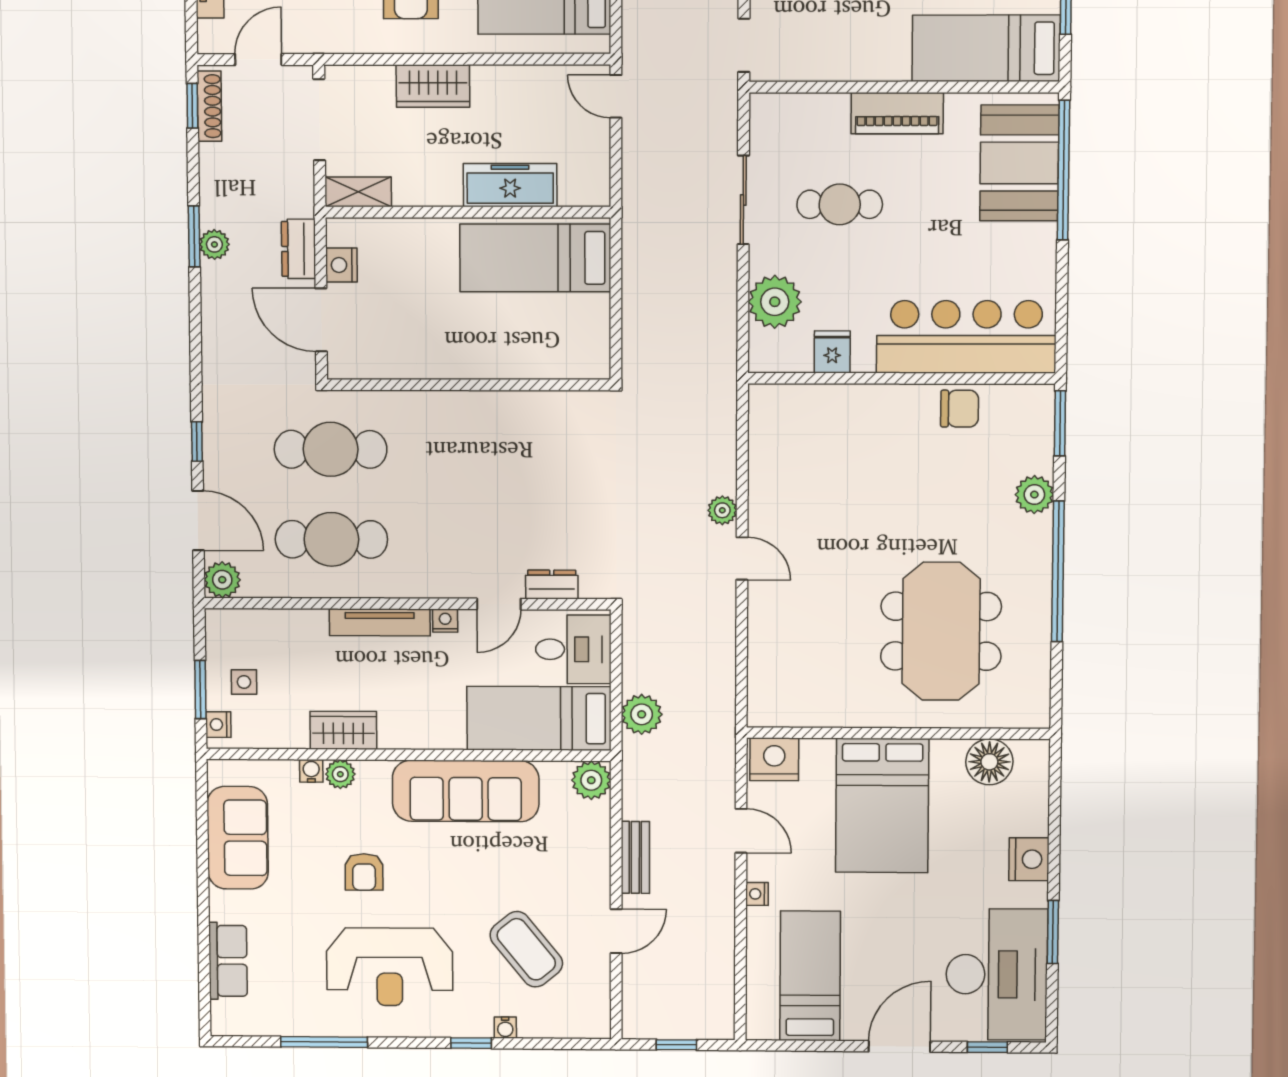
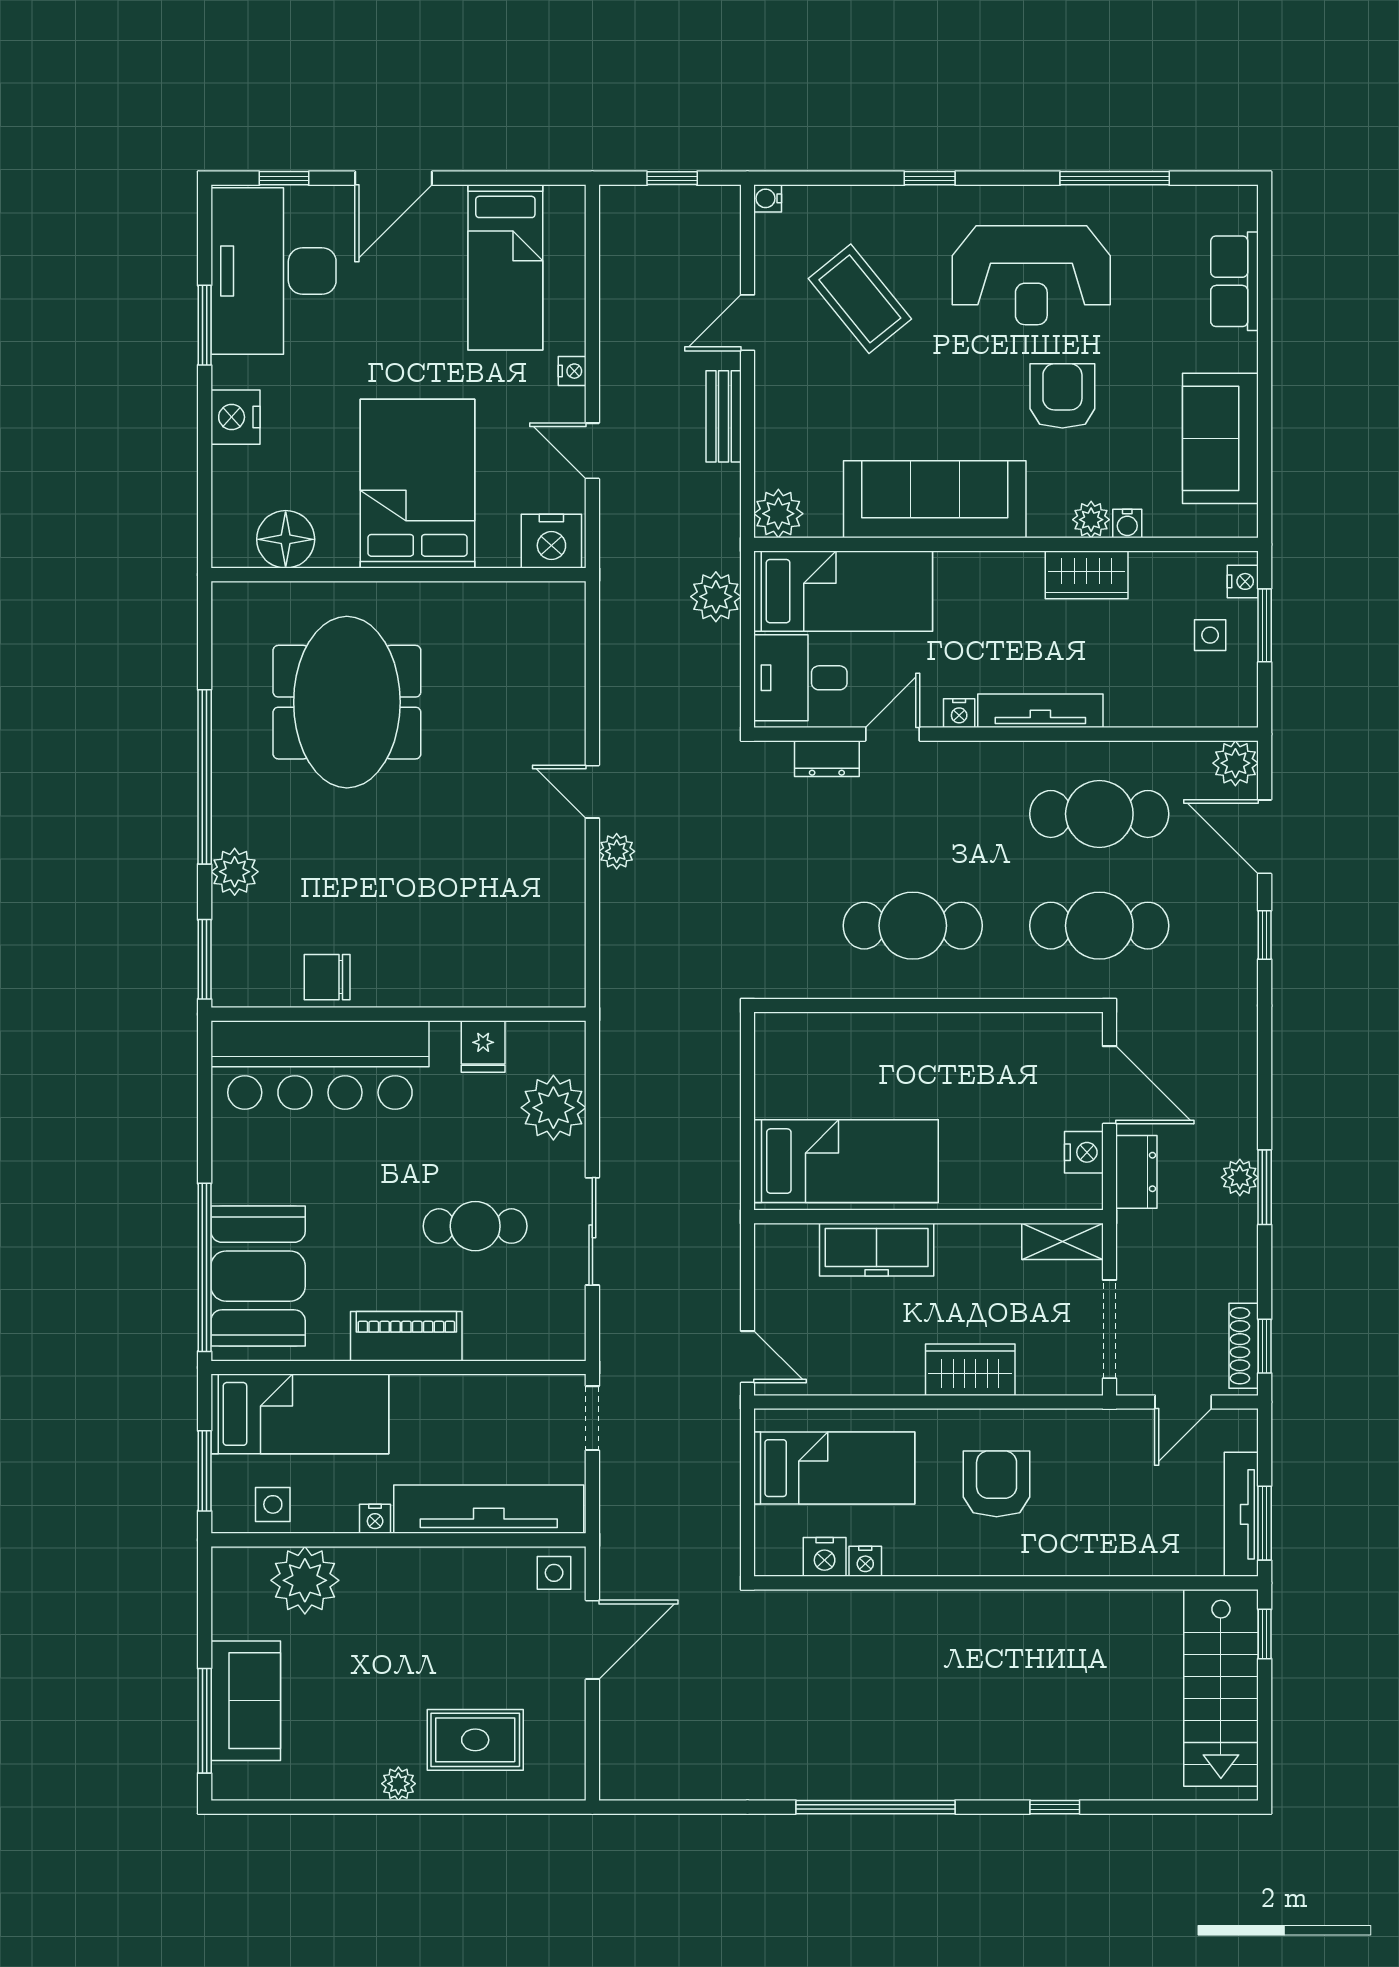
cafe table: (482, 450) -> (913, 926), added
armchair: (364, 872) -> (1062, 396), width x1.38, depth x1.38
reception desk: (390, 967) -> (1031, 275), turned 180
water cooler: (505, 1028) -> (768, 198), moved, turned -90

